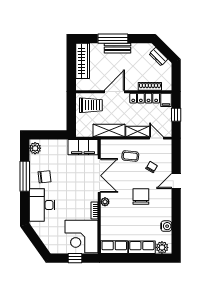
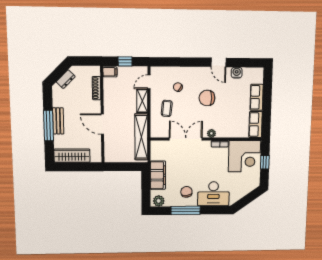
locker: (145, 98) -> (108, 94), removed
trolley: (91, 105) -> (116, 147), removed
shelving: (109, 130) -> (141, 137), width x1.47
filing cabinet: (83, 147) -> (158, 175), moved
door: (176, 181) -> (219, 62), moved
plant: (162, 247) -> (257, 77), removed

